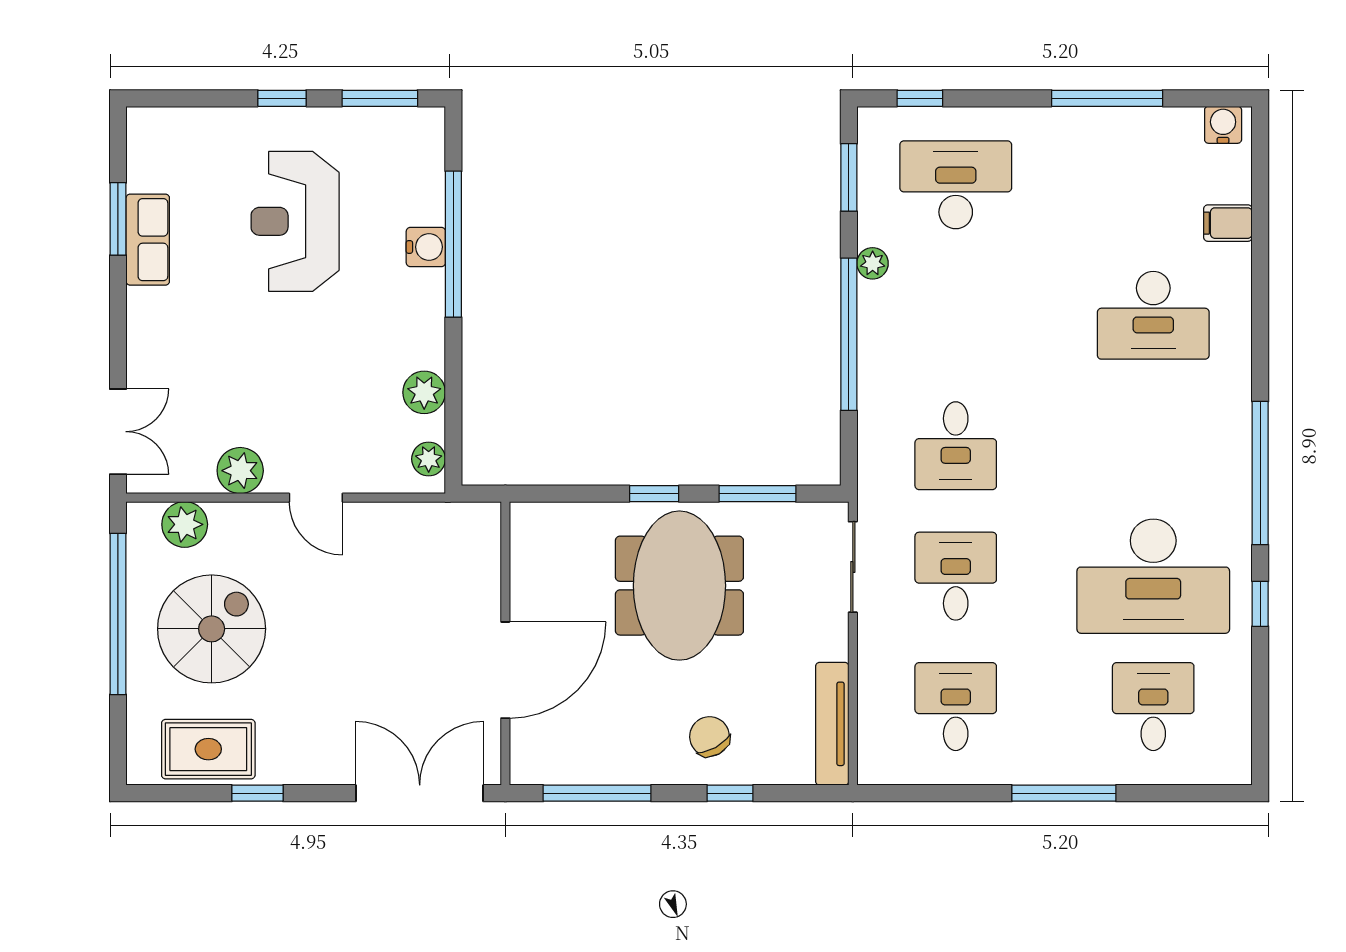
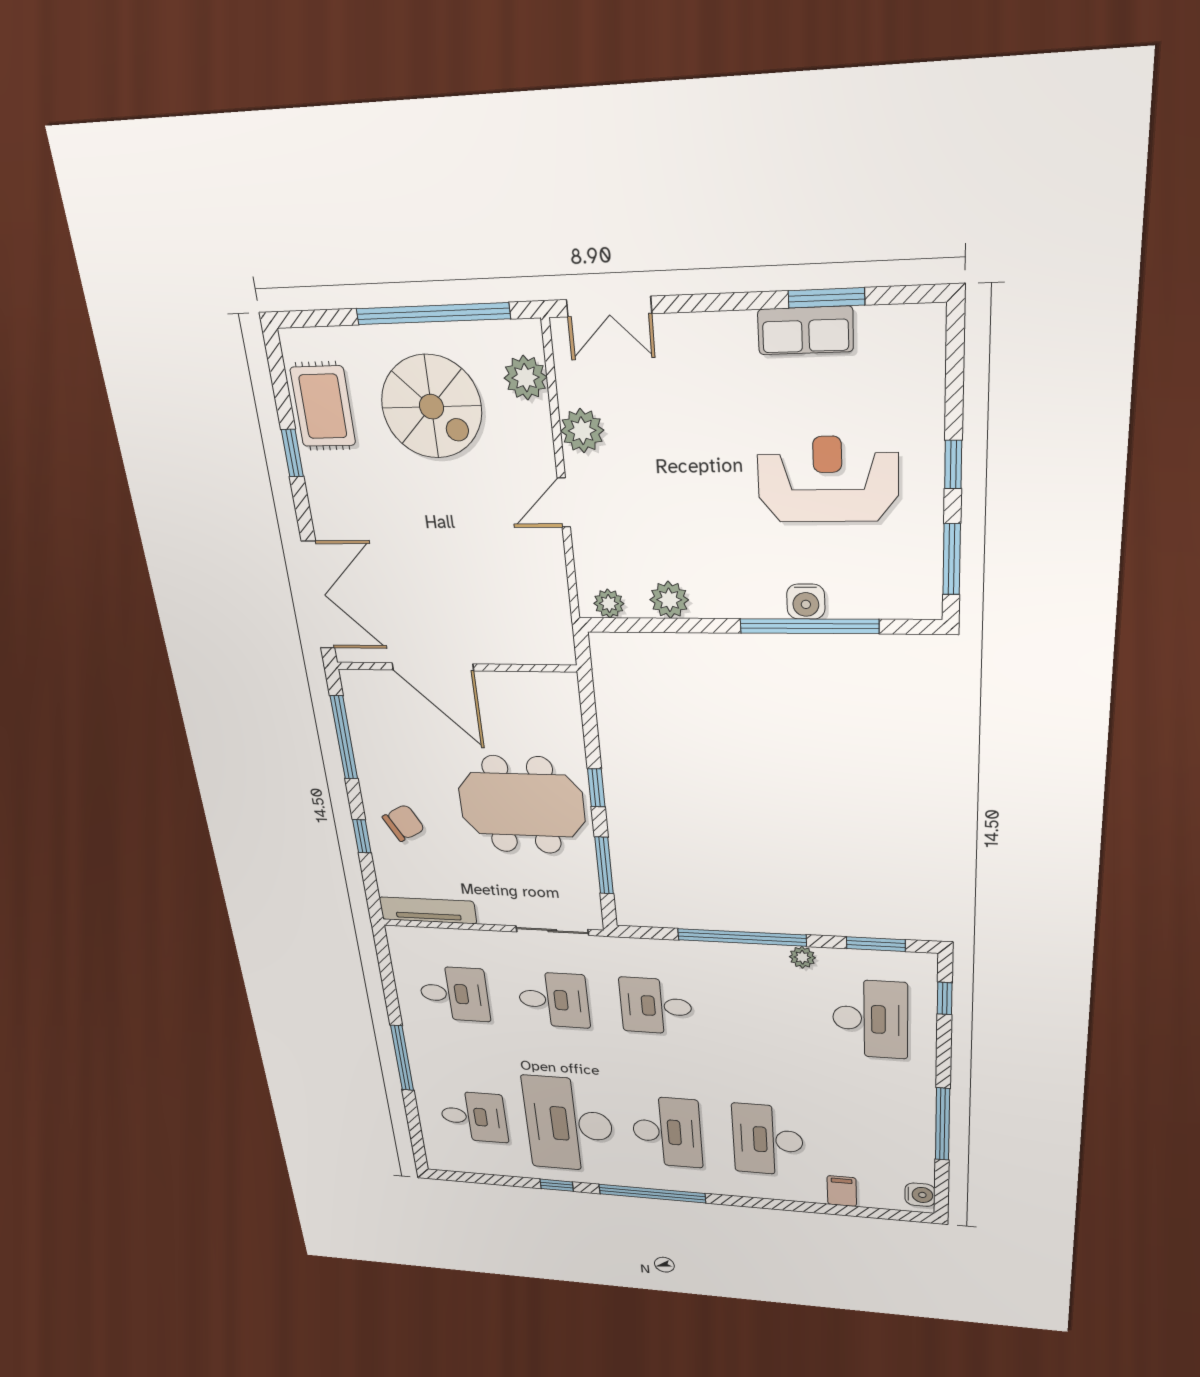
desk: (1153, 446) -> (667, 1132), added

